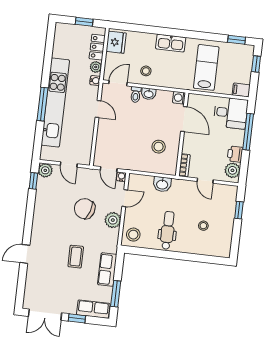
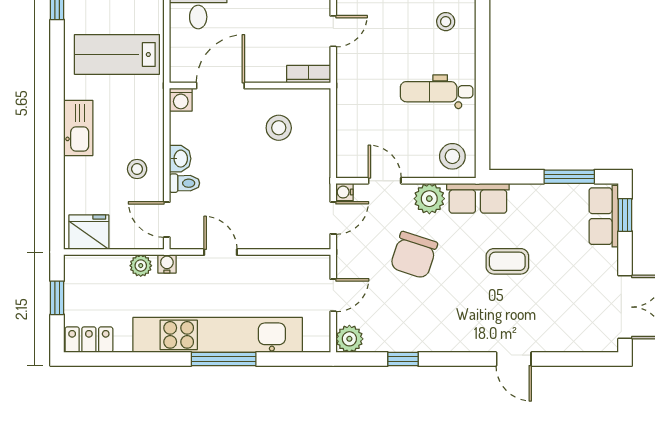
locker: (97, 47) -> (89, 340), moved, turned 180
door: (98, 109) -> (220, 252), hinge flipped
window: (33, 181) -> (403, 359), moved
washbasin: (162, 184) -> (350, 112), removed
stool: (203, 226) -> (446, 22), moved
row of seats: (107, 270) -> (478, 198), moved
window: (77, 318) -> (625, 215), moved

